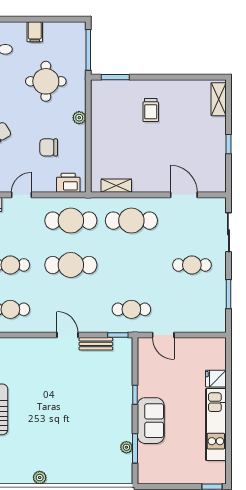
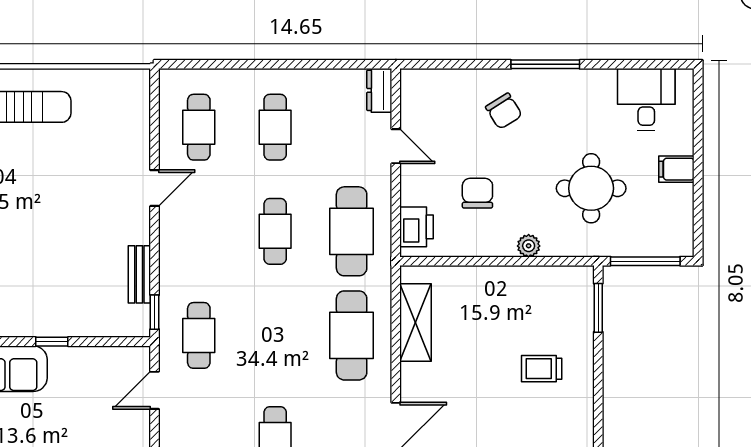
shelving: (116, 186) -> (416, 323), width x1.50, depth x1.33
cafe table: (71, 265) -> (275, 231), width x0.73, depth x0.74
door: (67, 335) -> (155, 188), moved

